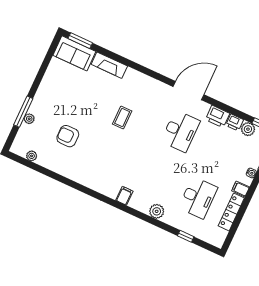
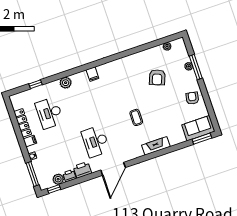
fireplace: (109, 65) -> (156, 146), moved
armchair: (54, 86) -> (192, 98), added
armchair: (68, 136) -> (157, 77), turned 111

